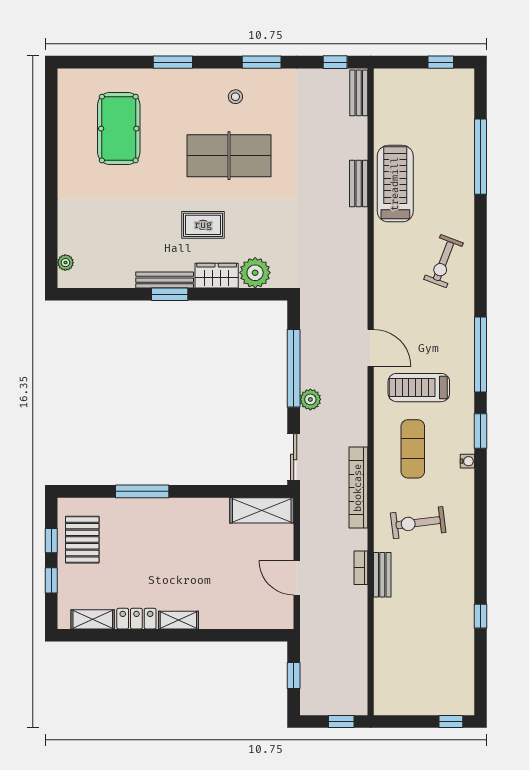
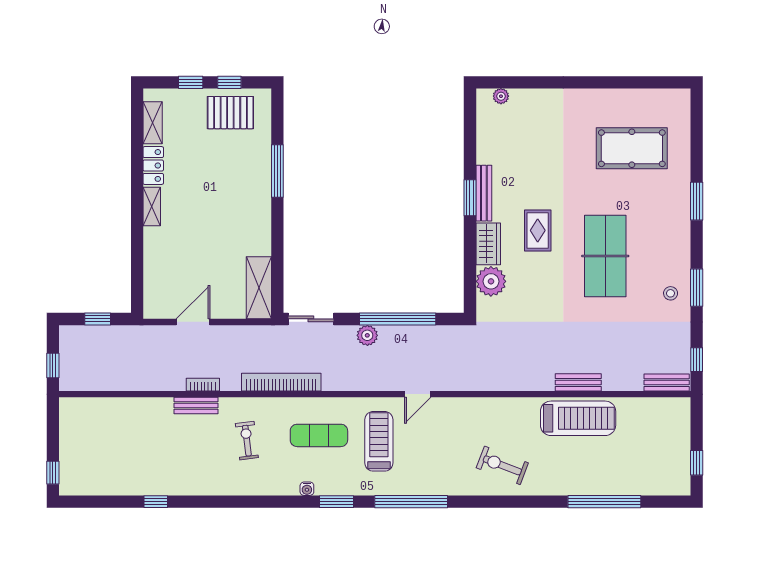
stool: (235, 97) -> (671, 293), moved
door: (371, 348) -> (418, 394), width x0.73
exercise bike: (418, 523) -> (247, 441), width x0.73, depth x0.72

